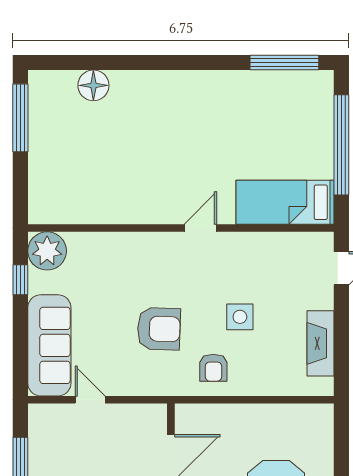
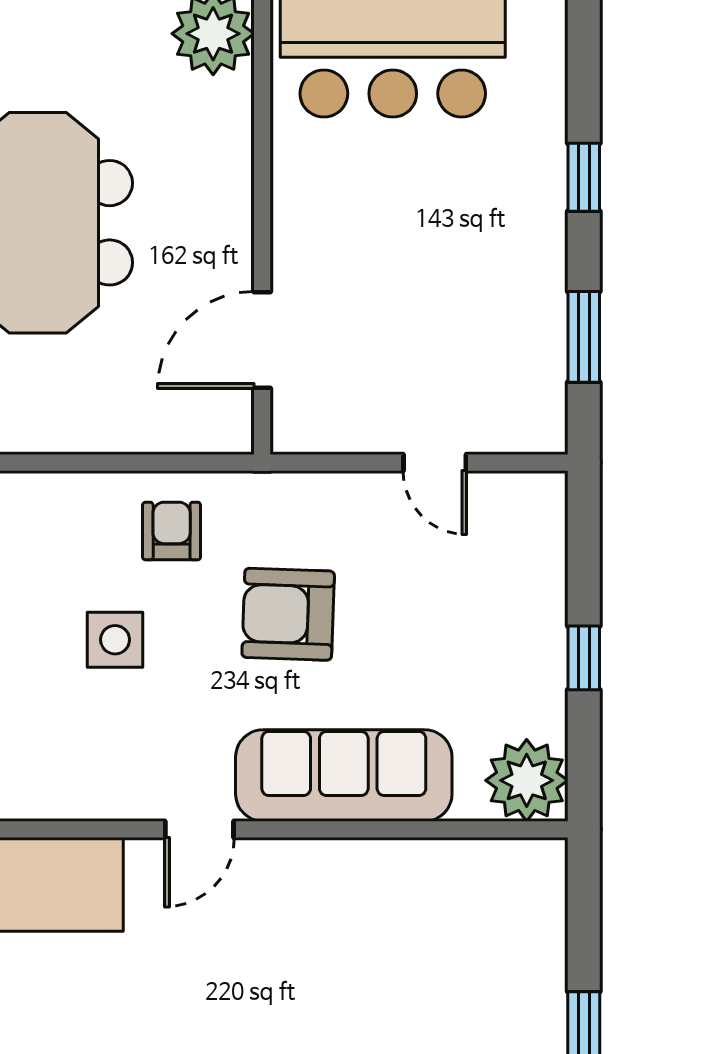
window: (20, 280) -> (584, 658), moved
sofa: (49, 345) -> (344, 775), moved, turned 90

